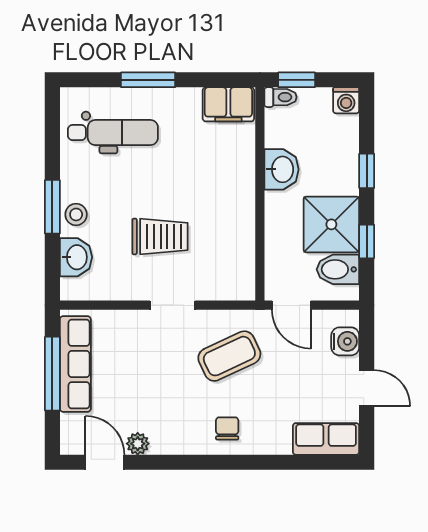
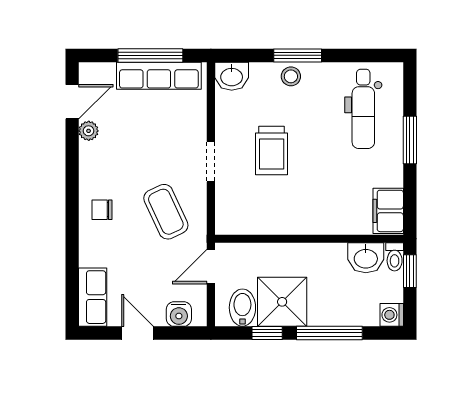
washbasin: (282, 169) -> (366, 258), moved
window: (367, 171) -> (329, 333), width x2.17
washbasin: (76, 257) -> (232, 76), moved
door: (367, 388) -> (138, 333), swing flipped
chair: (227, 428) -> (102, 210), turned 180

